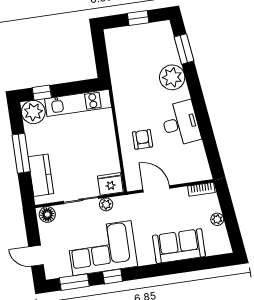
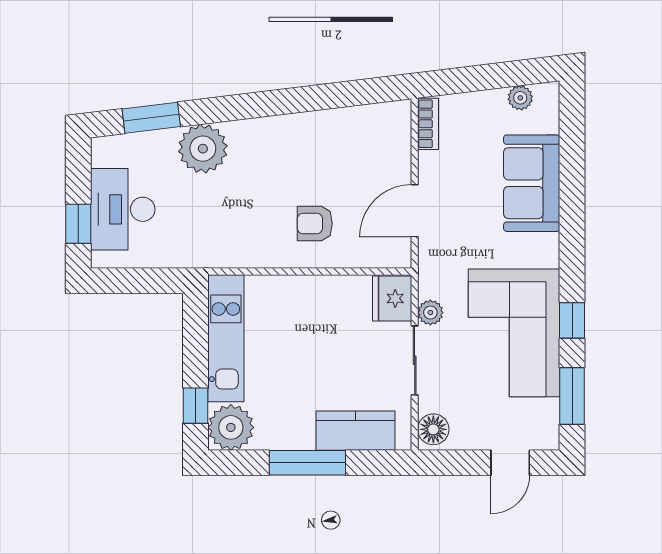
window: (138, 18) -> (78, 224), moved
desk: (181, 123) -> (123, 209), moved, turned -83
plant: (217, 219) -> (520, 98), moved

